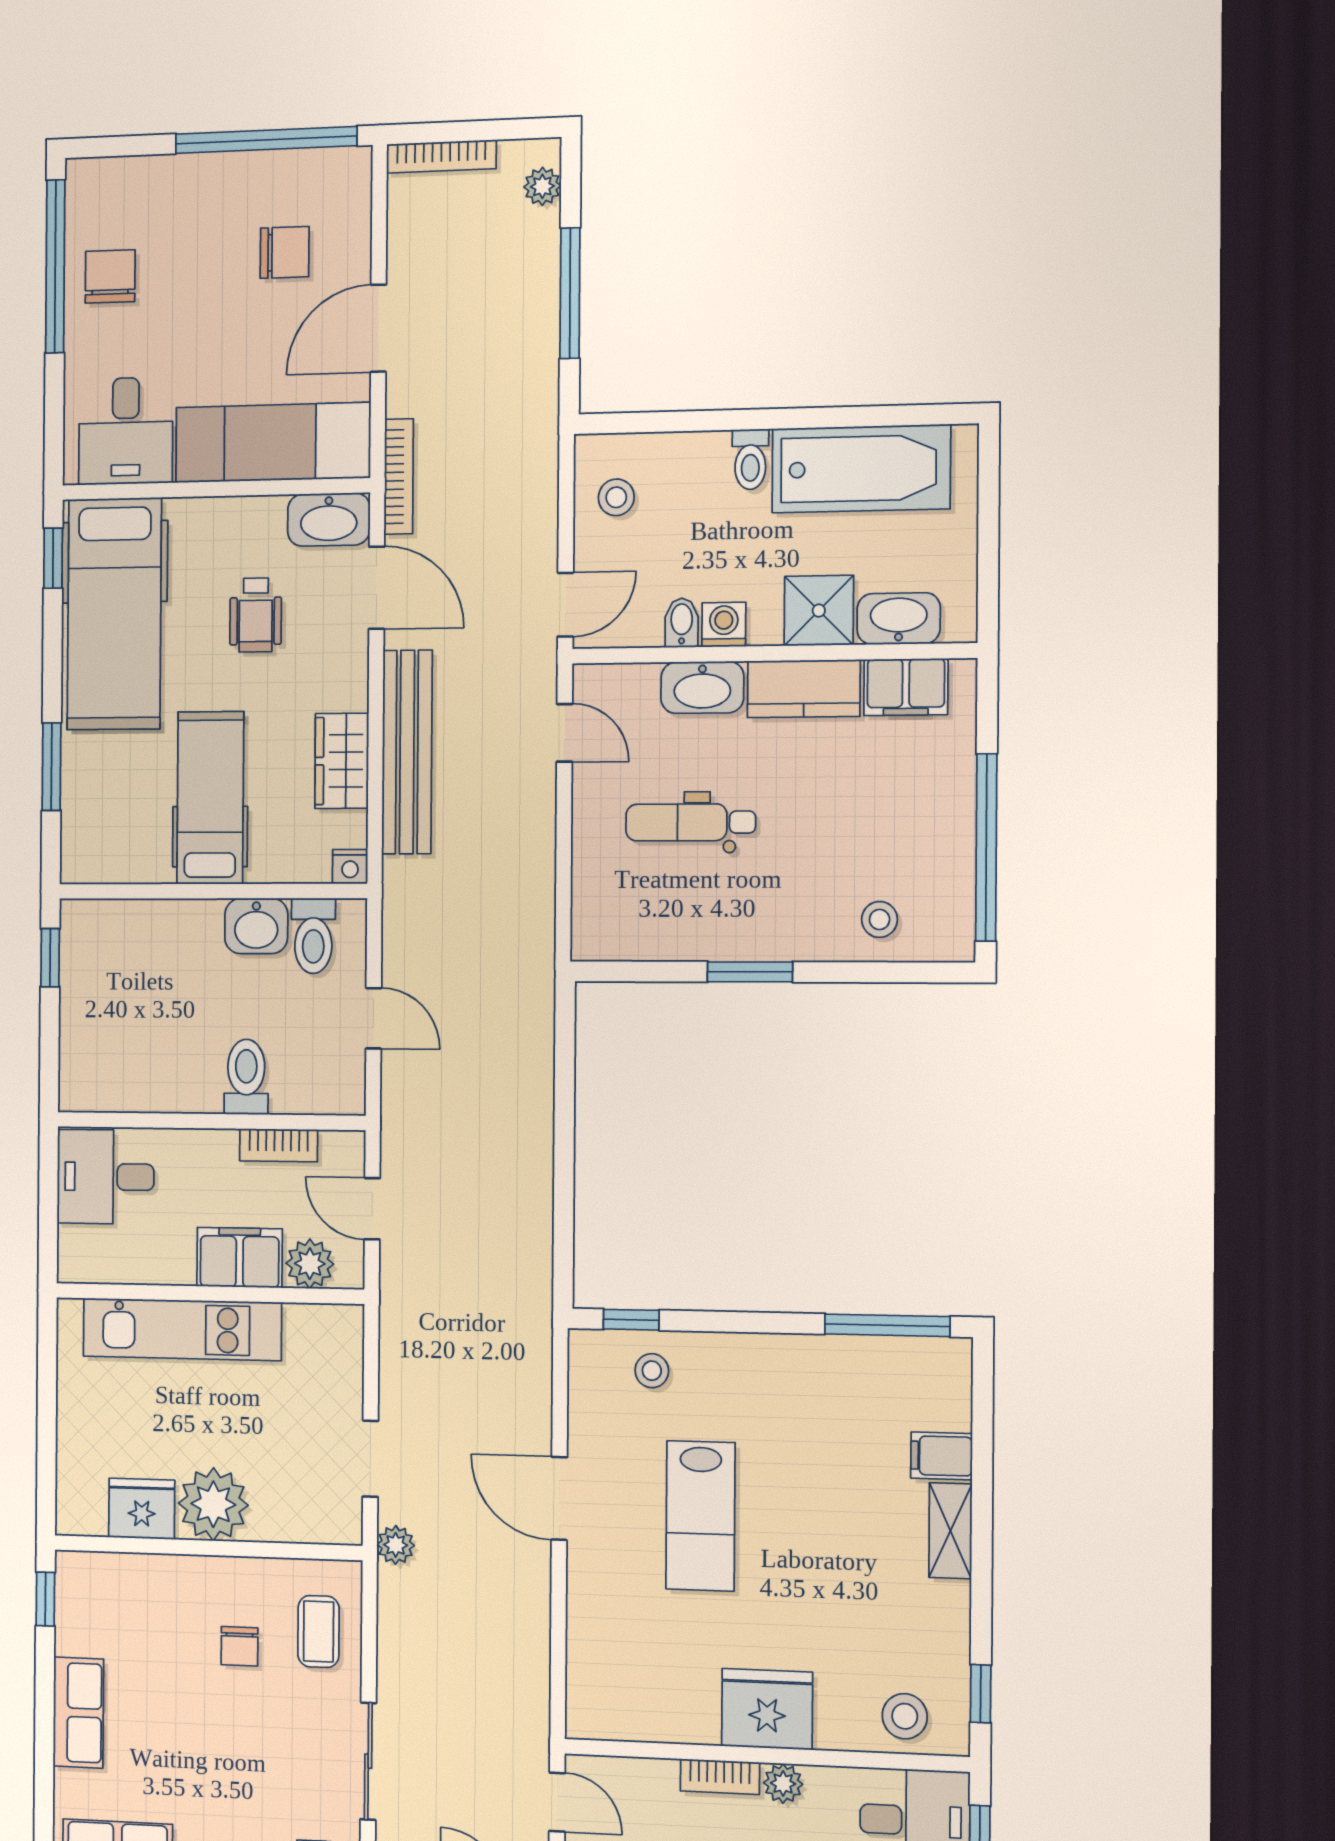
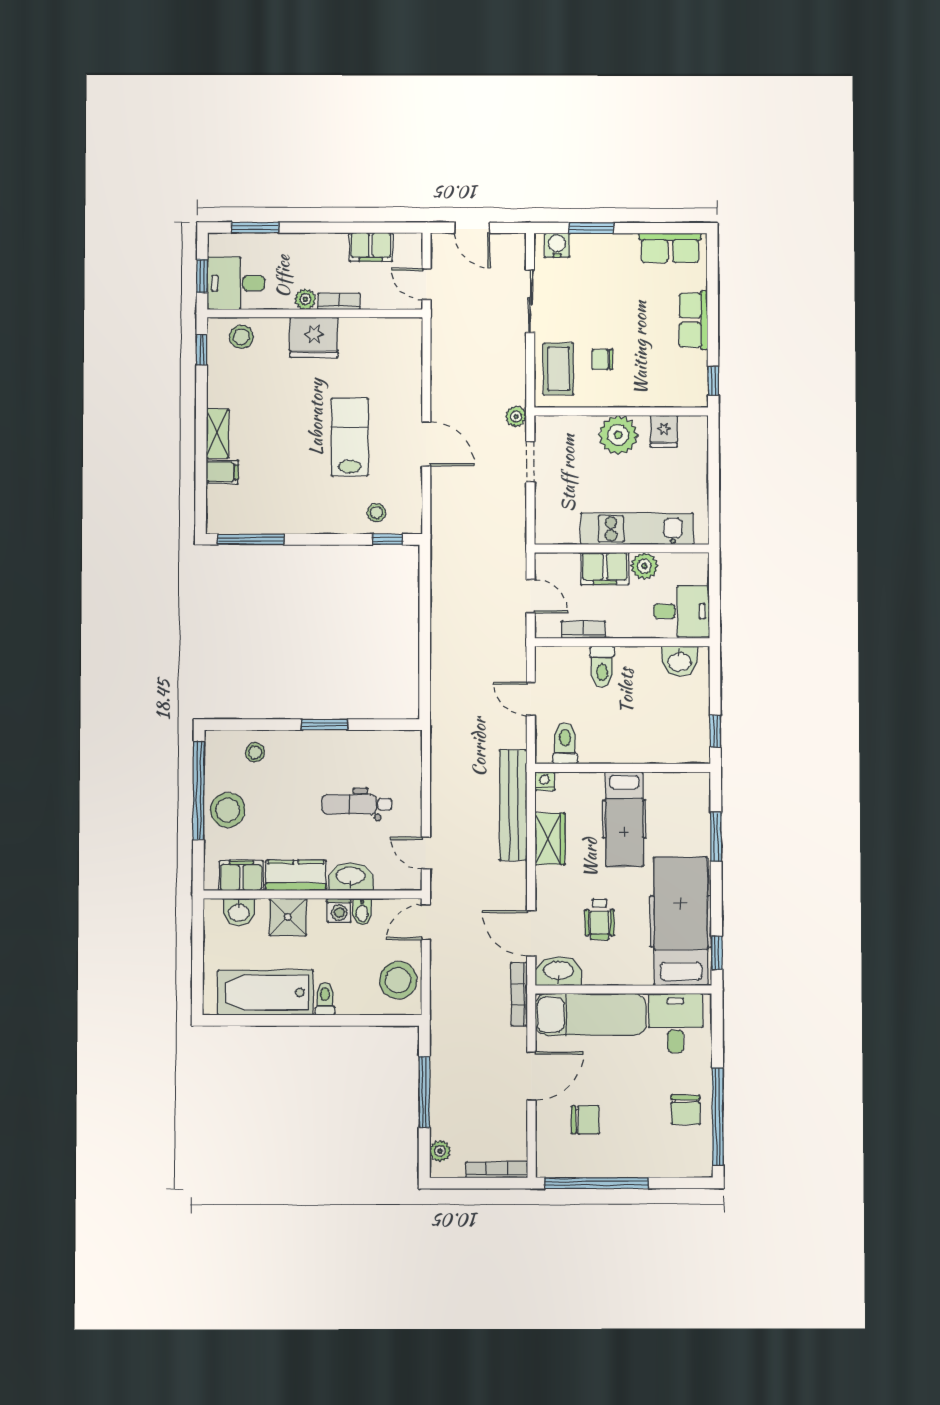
chair: (285, 252) -> (585, 1120), turned 180
stool: (616, 497) -> (398, 980), width x1.89, depth x1.89
wheelchair: (256, 615) -> (599, 919), turned 180
washbasin: (899, 619) -> (239, 912), width x0.72
bench: (407, 752) -> (513, 805), moved
stool: (931, 810) -> (228, 810), added
dental chair: (691, 822) -> (357, 804), turned 180
washbasin: (256, 926) -> (680, 661), moved, turned 180
plant: (310, 1264) -> (644, 566), moved
fridge: (142, 1509) -> (664, 431), width x0.72
coffee table: (318, 1631) -> (558, 369), width x1.36, depth x1.30
chair: (239, 1646) -> (603, 359), turned -90

